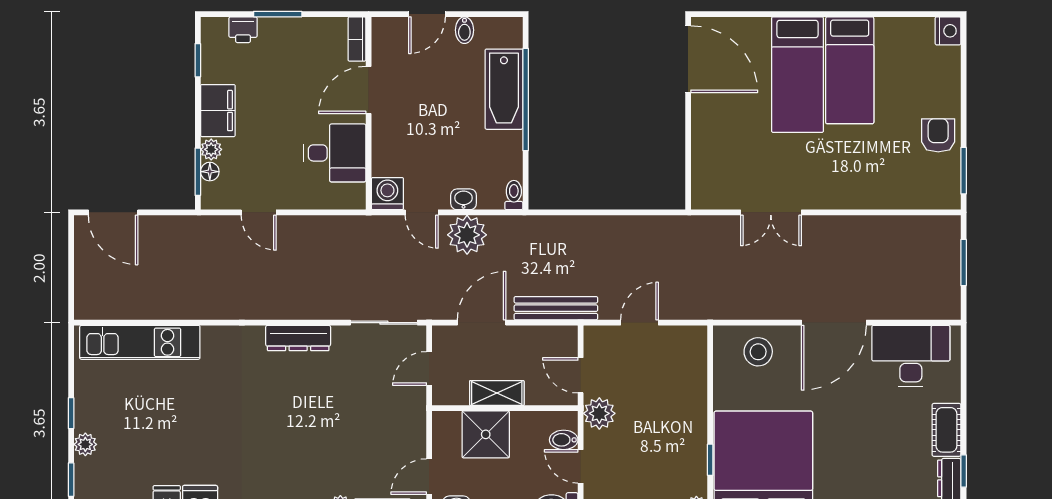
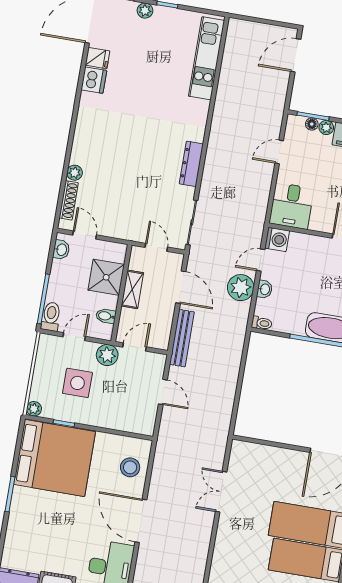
desk: (335, 153) -> (292, 206), moved
bidet: (564, 440) -> (106, 316), moved, turned -90
side table: (648, 450) -> (77, 383), added

